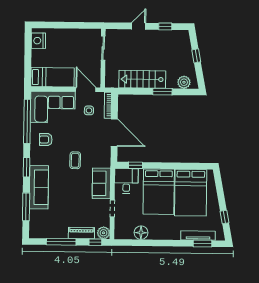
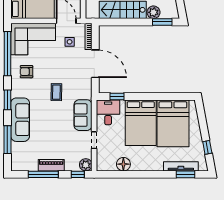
plant: (184, 82) -> (153, 12), moved
window: (162, 92) -> (162, 22), moved
piano: (81, 233) -> (51, 165), moved

